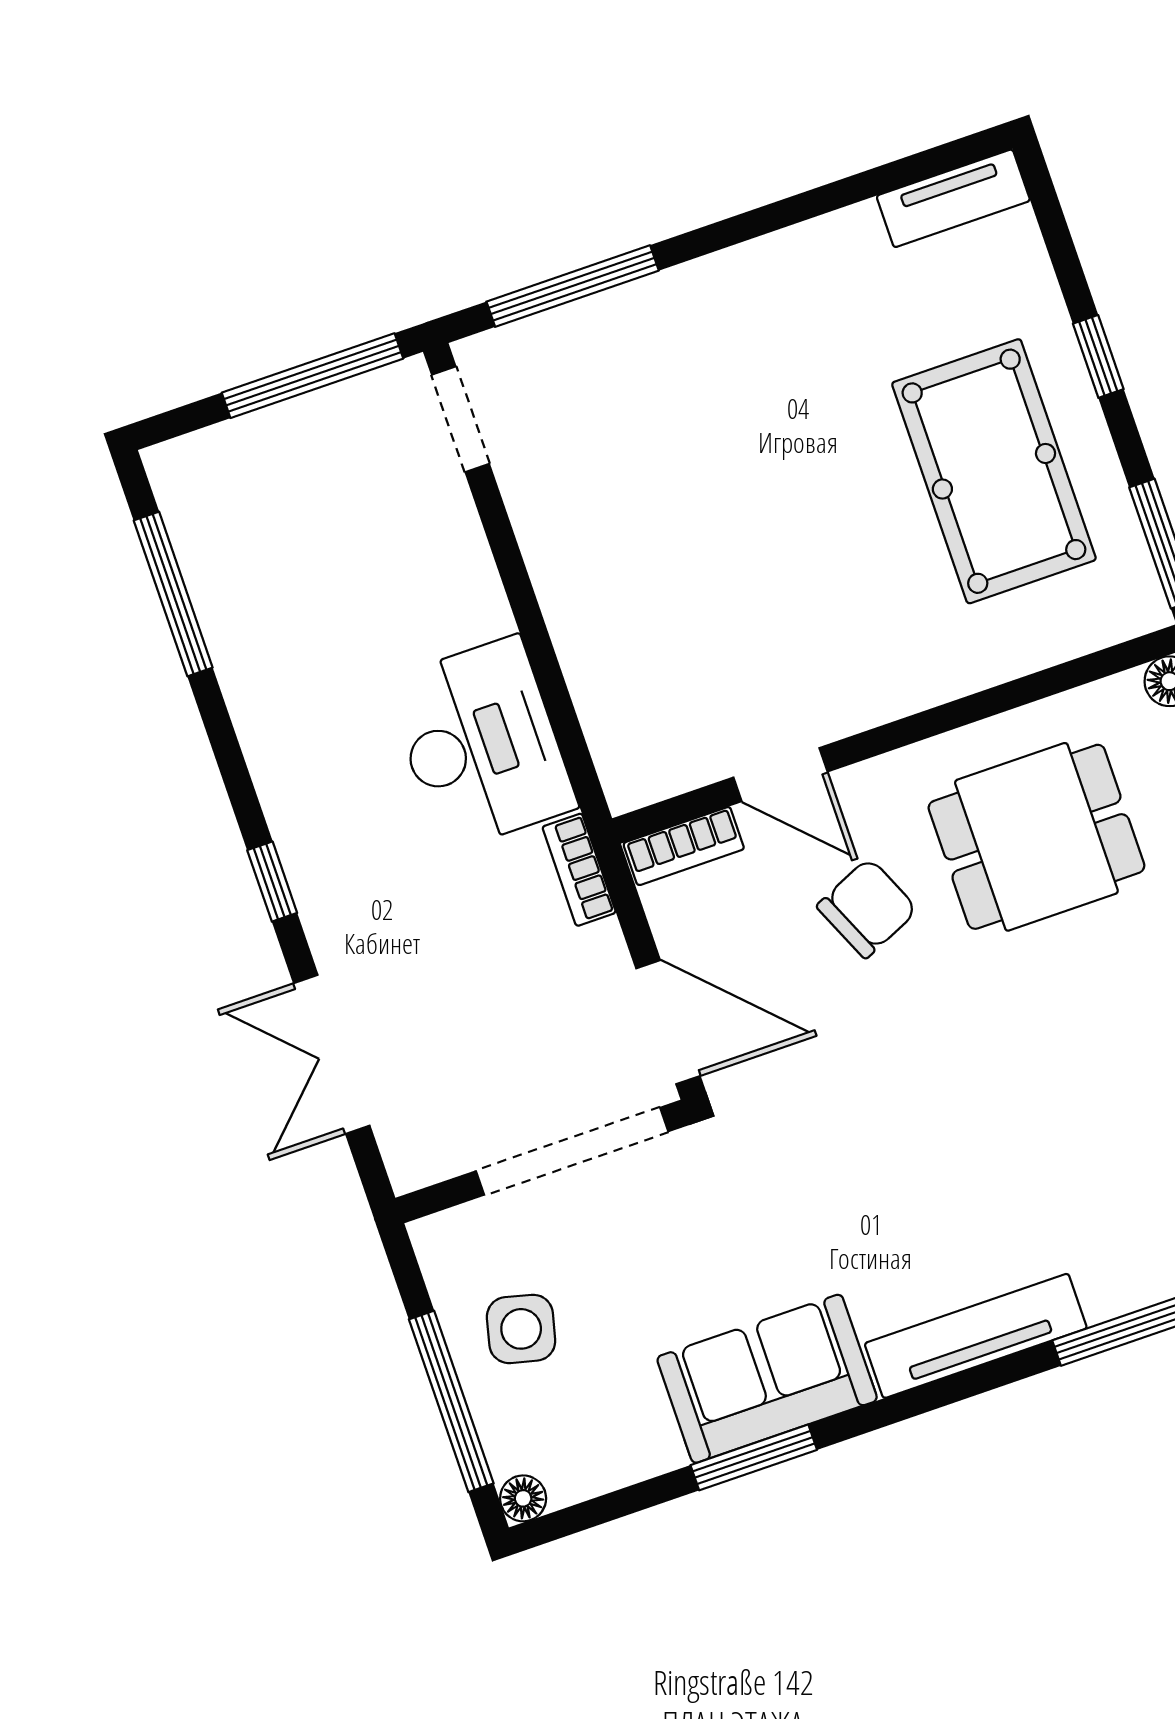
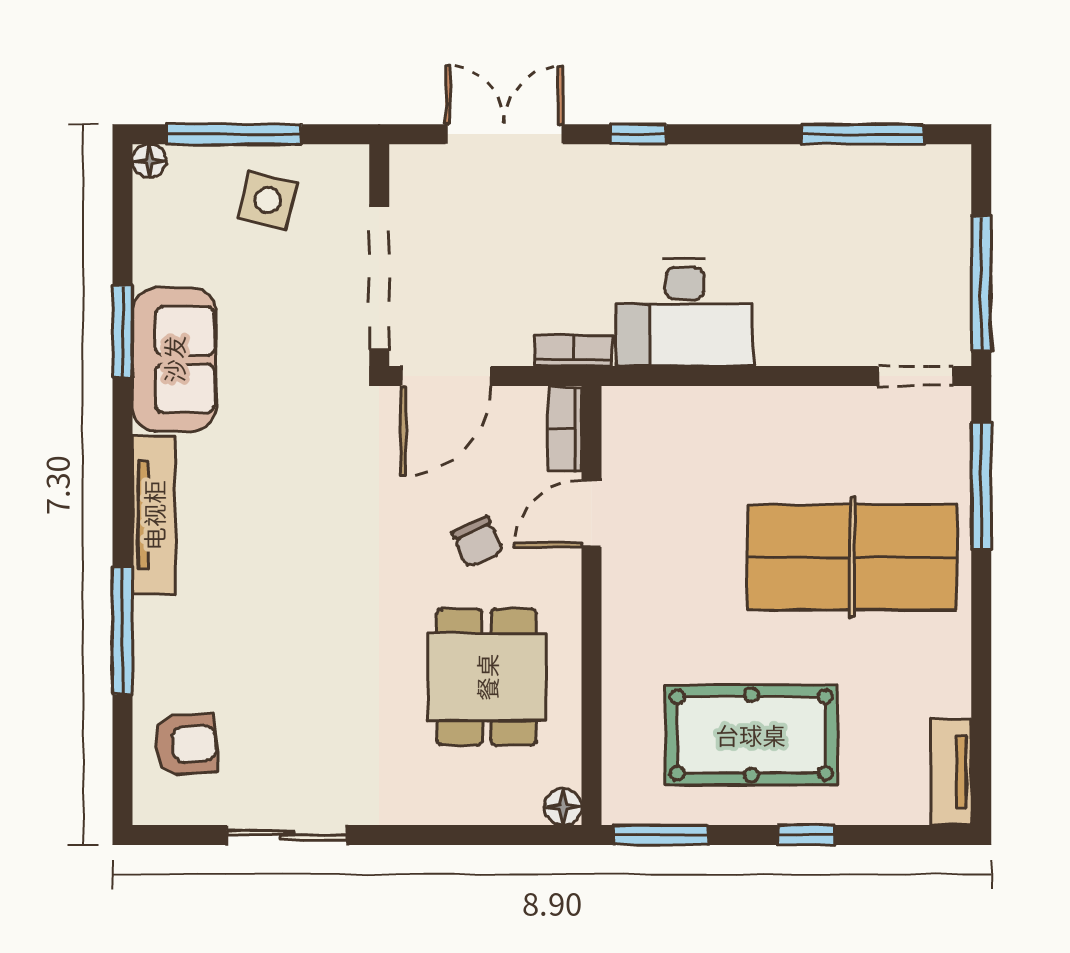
table tennis table: (721, 420) -> (852, 557), added
chair: (867, 908) -> (478, 542), width x0.73, depth x0.73

